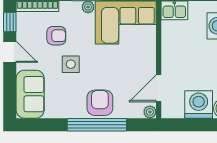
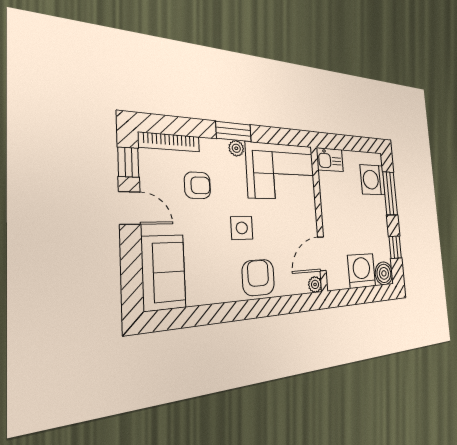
side table: (71, 64) -> (242, 228), moved
window: (97, 125) -> (256, 308), removed

